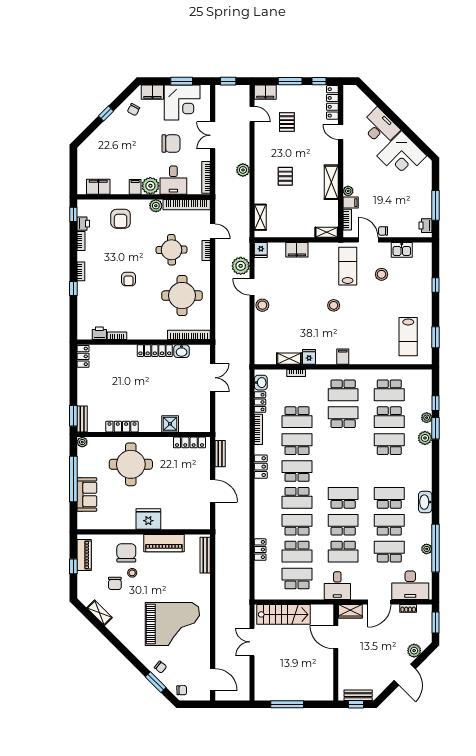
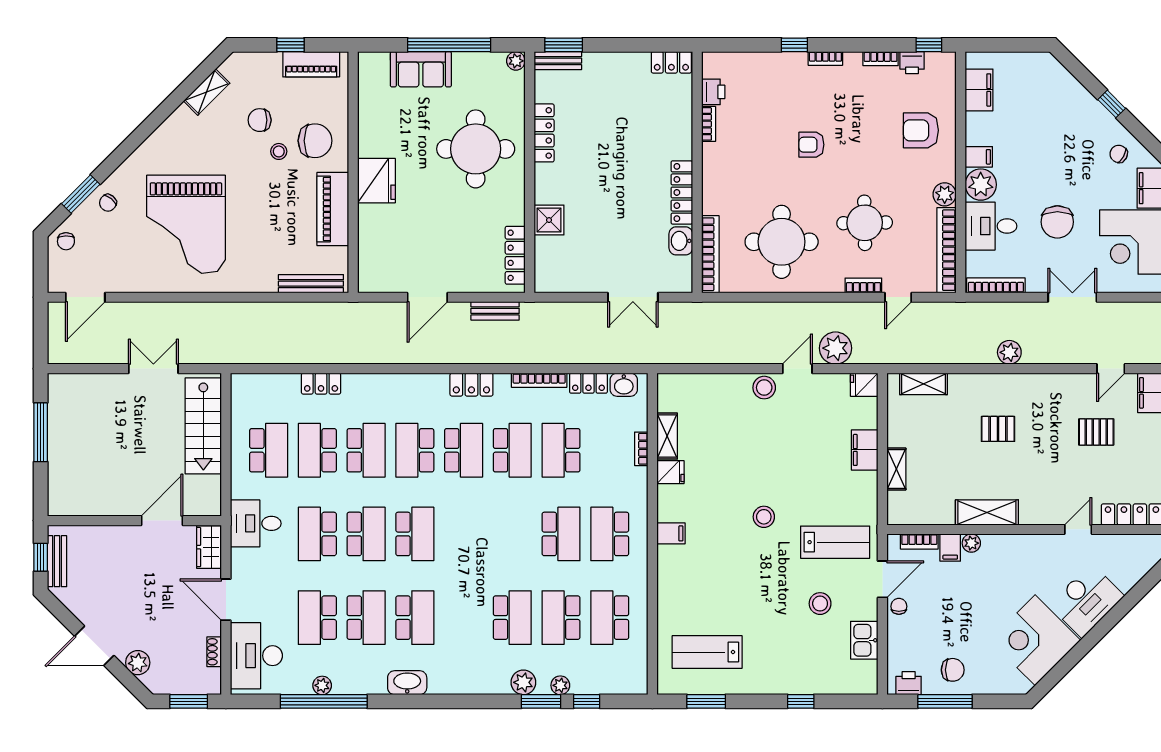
chair: (418, 201) -> (953, 670), added
shelving: (327, 232) -> (896, 469), moved
school desk: (389, 552) -> (317, 618), turned 180

